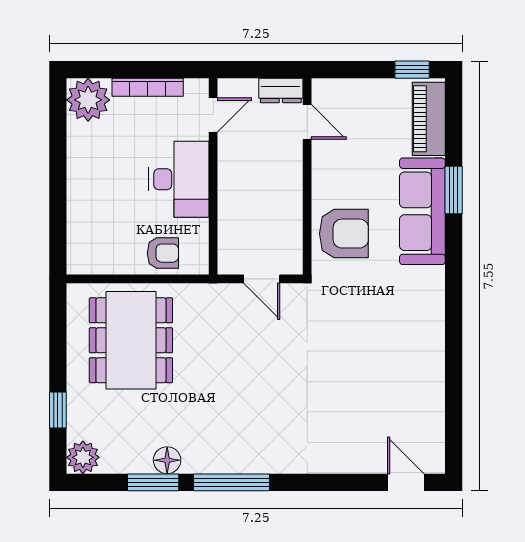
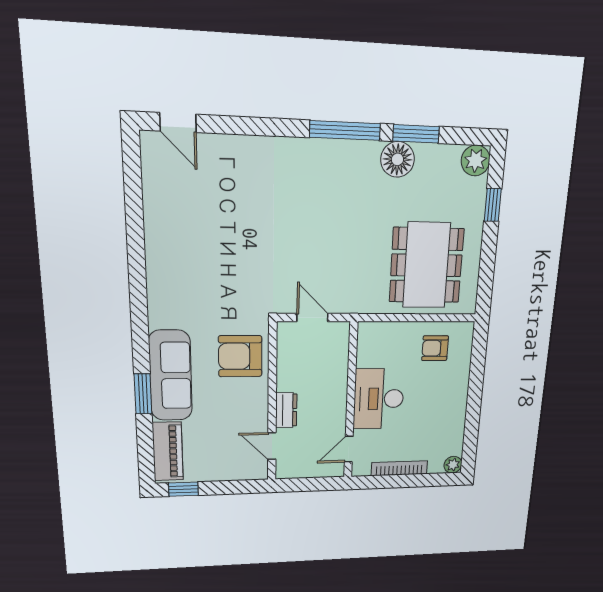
dresser: (281, 90) -> (286, 410), moved, turned 90
plant: (88, 100) -> (453, 465), width x0.53, depth x0.53
armchair: (163, 253) -> (435, 348), moved
floor lamp: (167, 460) -> (397, 159), width x1.38, depth x1.38

